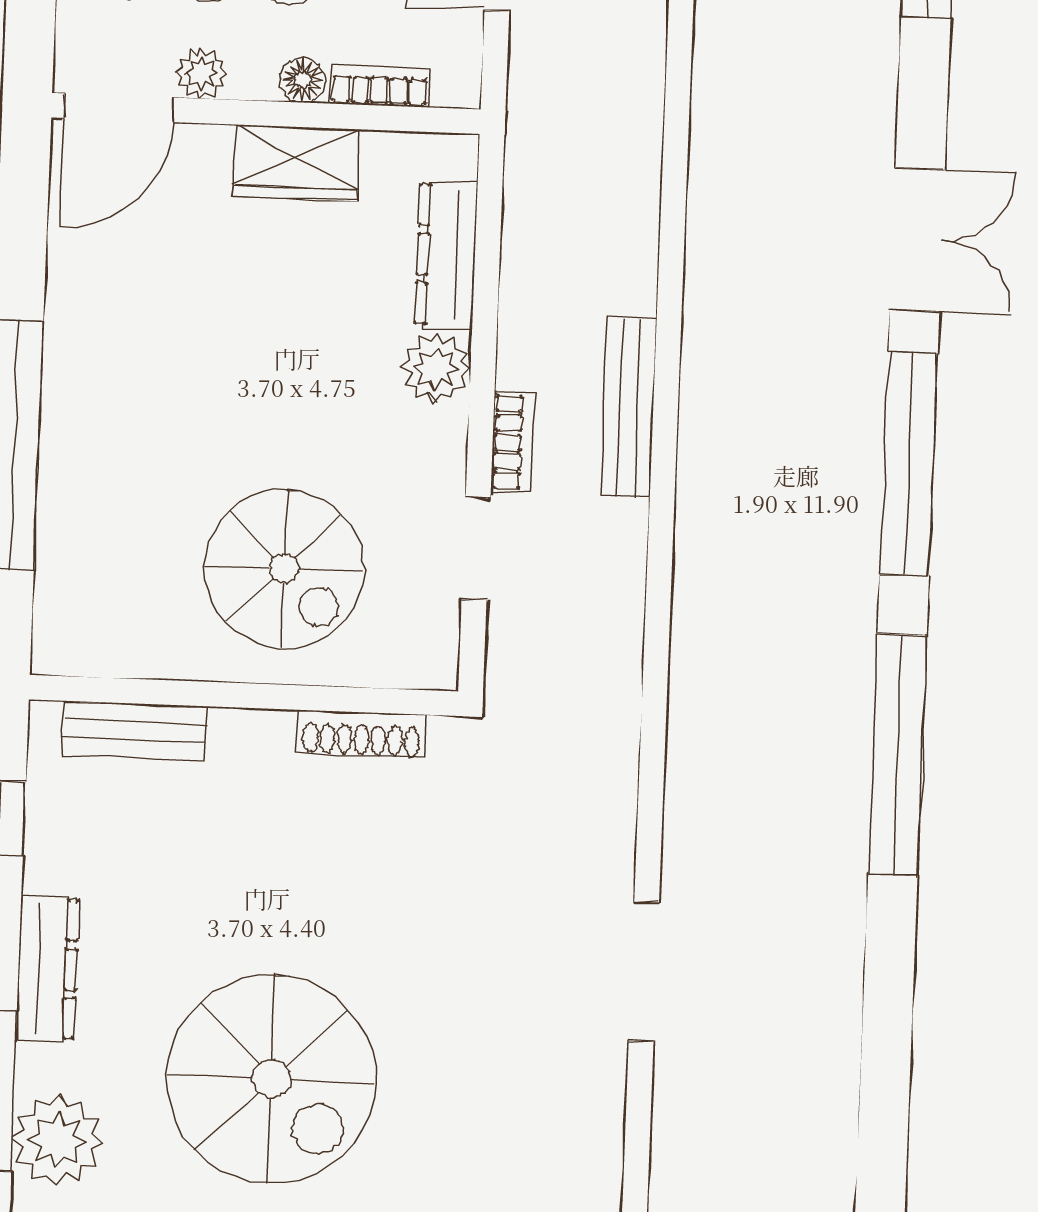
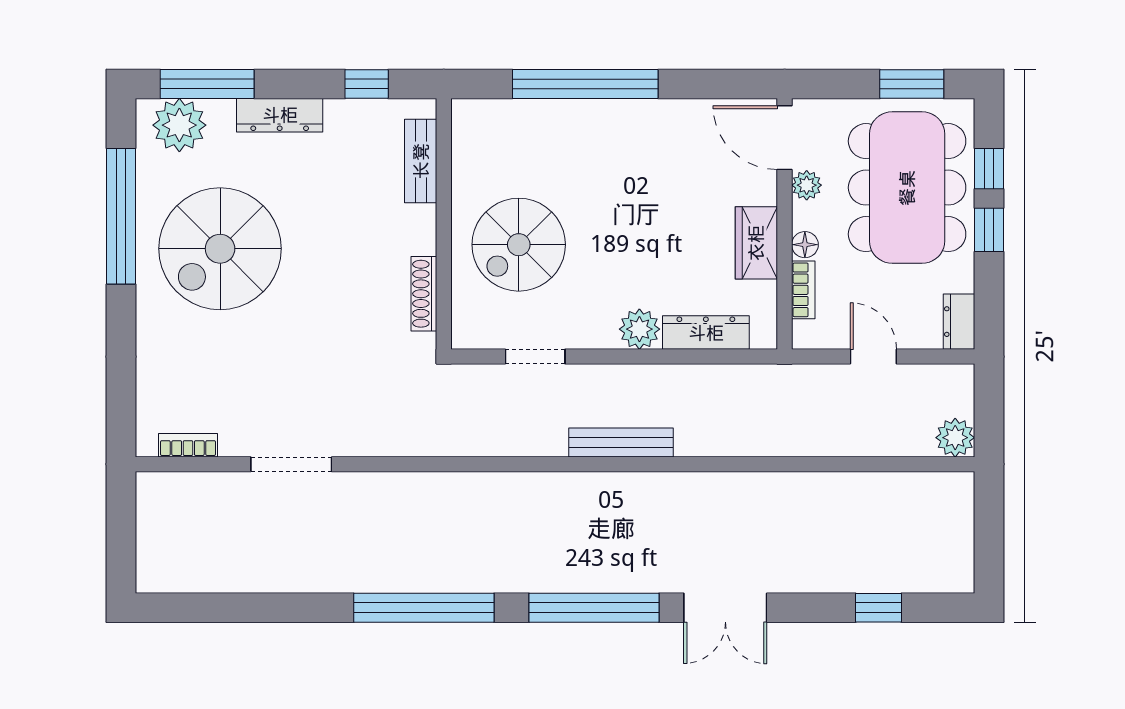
bookcase: (513, 443) -> (188, 445), moved, turned 180

